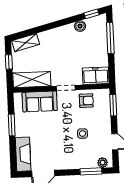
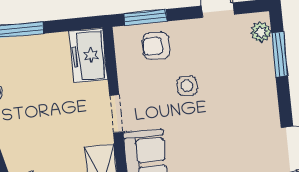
armchair: (86, 101) -> (156, 46), moved, turned -90
side table: (82, 134) -> (187, 86), moved

